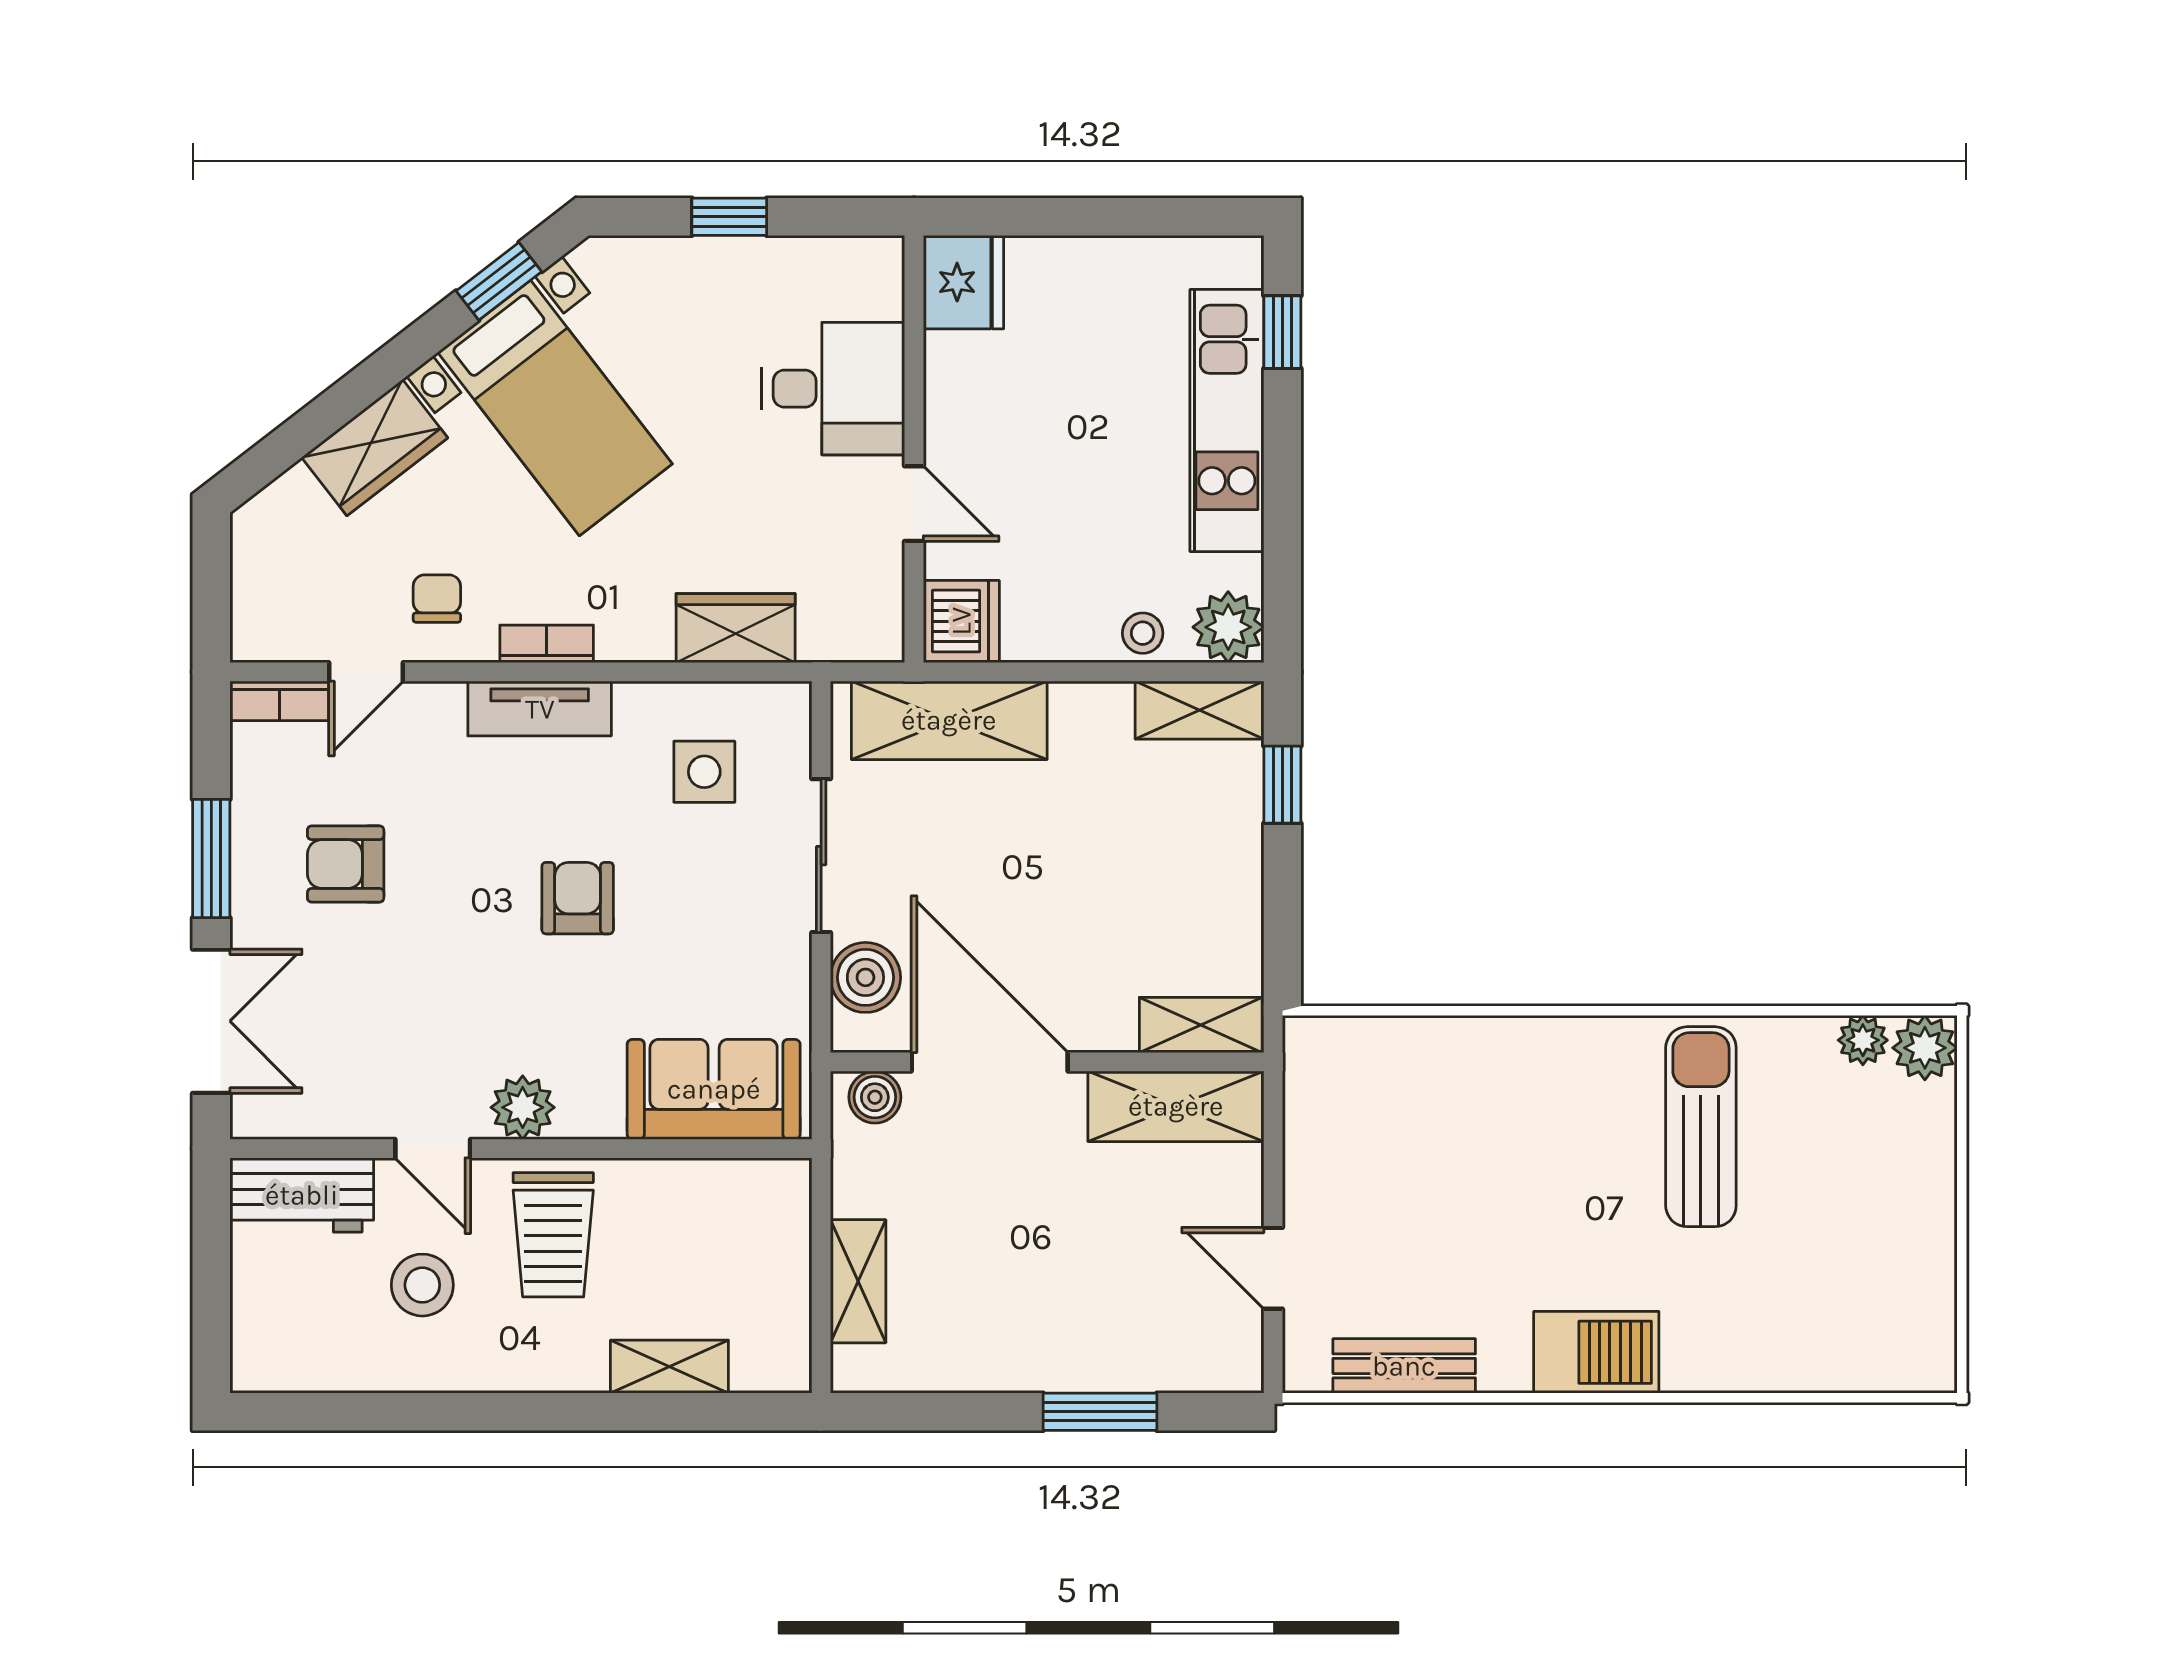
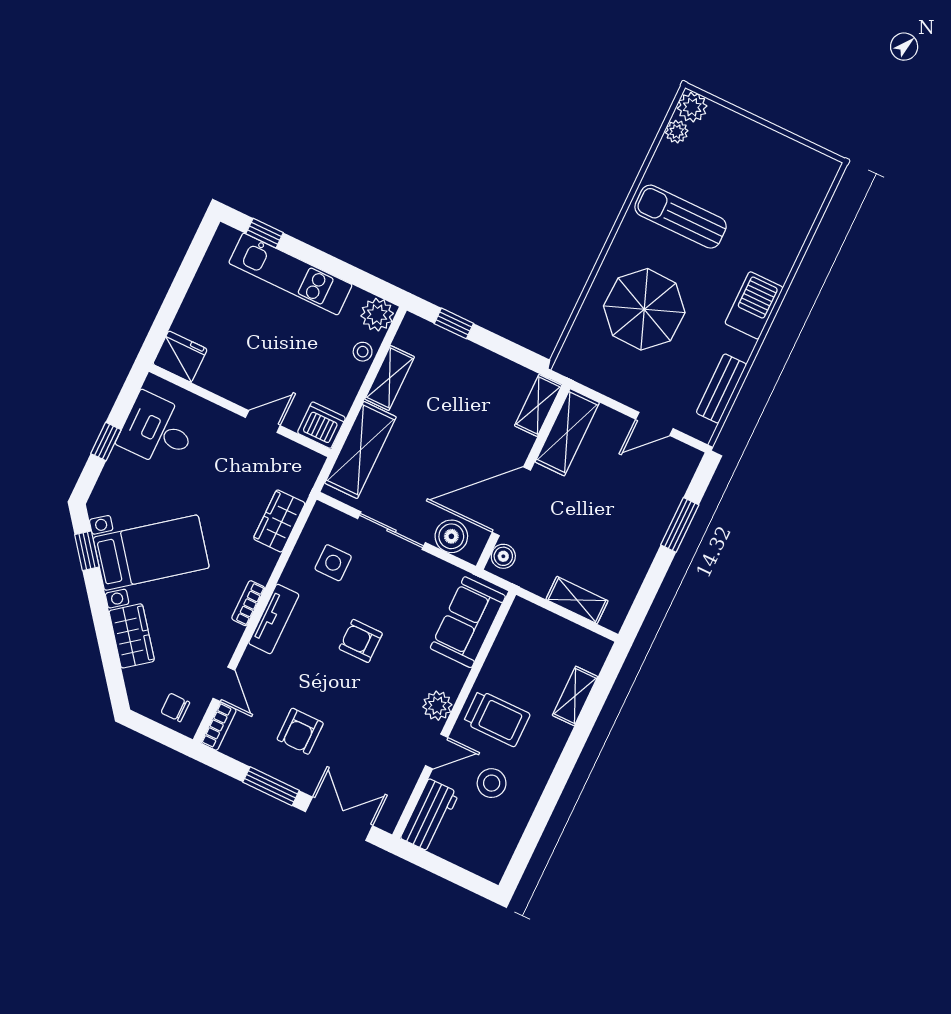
desk: (833, 389) -> (158, 430), moved, turned -90
chair: (437, 599) -> (175, 707), moved
shelving: (1199, 710) -> (390, 378), moved
parasol: (1487, 1142) -> (644, 309), added

